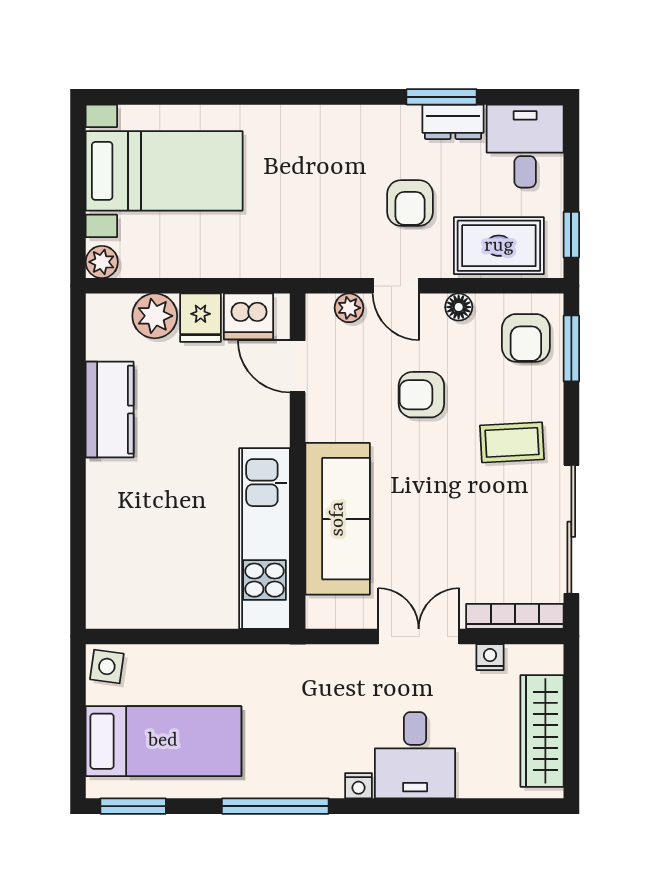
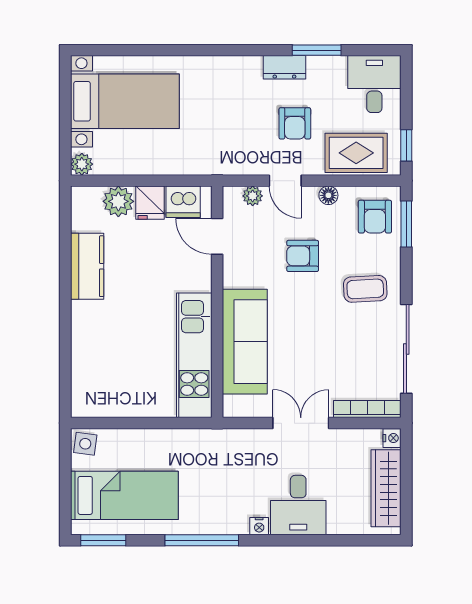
dresser: (453, 122) -> (284, 67), moved
nightstand: (490, 657) -> (392, 438), moved, turned 90

